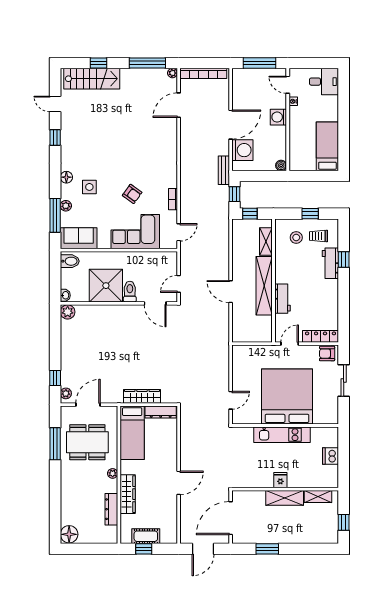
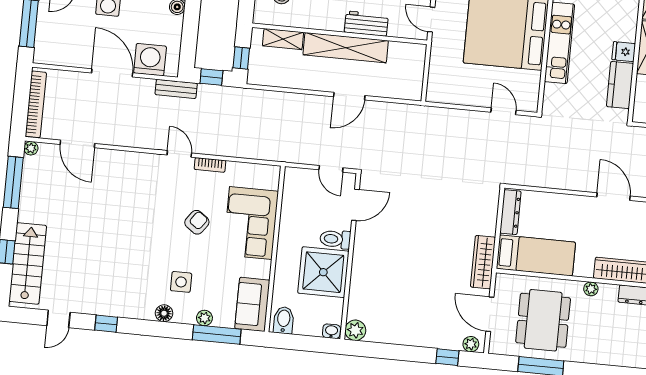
door: (179, 232) -> (179, 154), moved
wardrobe: (142, 396) -> (483, 262), moved
kitchen counter: (257, 480) -> (620, 85), added

